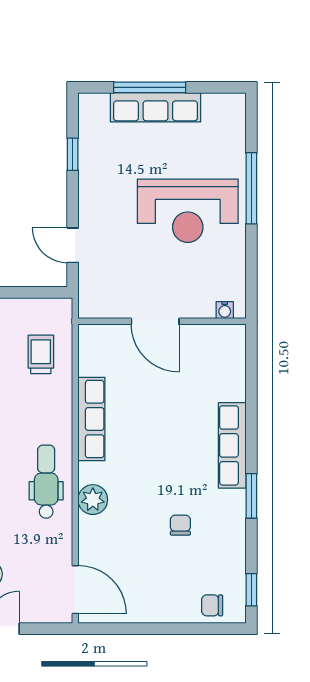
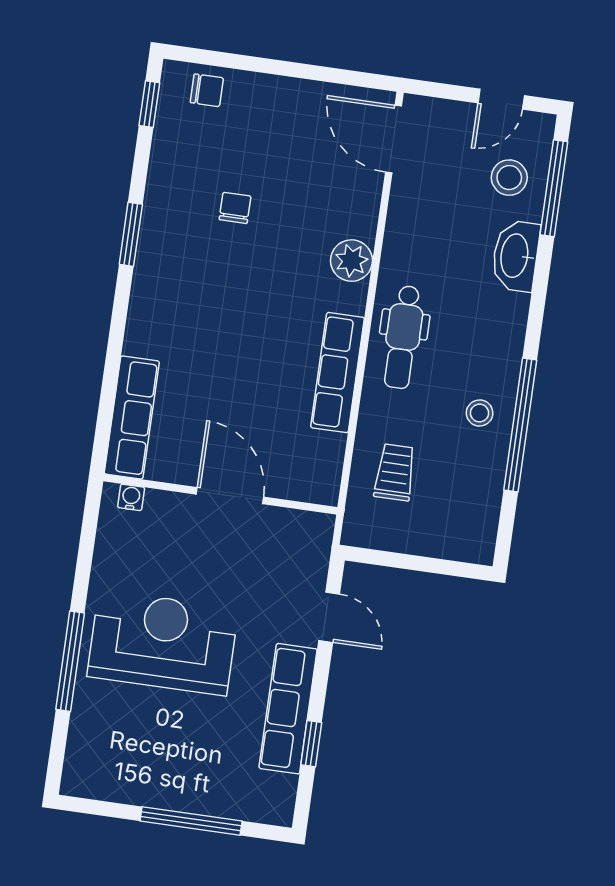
row of seats: (156, 107) -> (288, 709), moved, turned -90
trolley: (41, 354) -> (395, 472), turned 180
row of seats: (232, 445) -> (132, 417), moved
dental chair: (46, 482) -> (403, 337), moved
chair: (180, 525) -> (235, 208), turned 180

